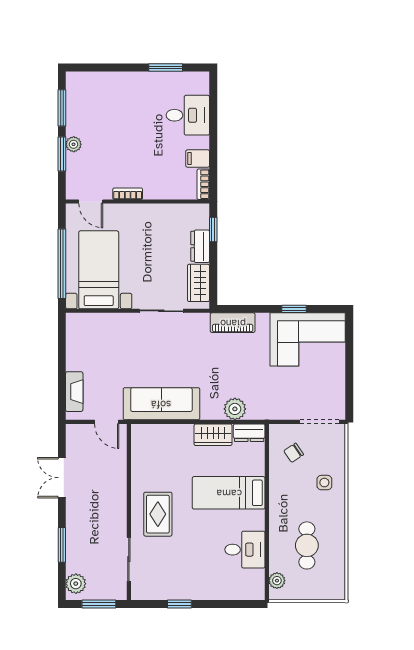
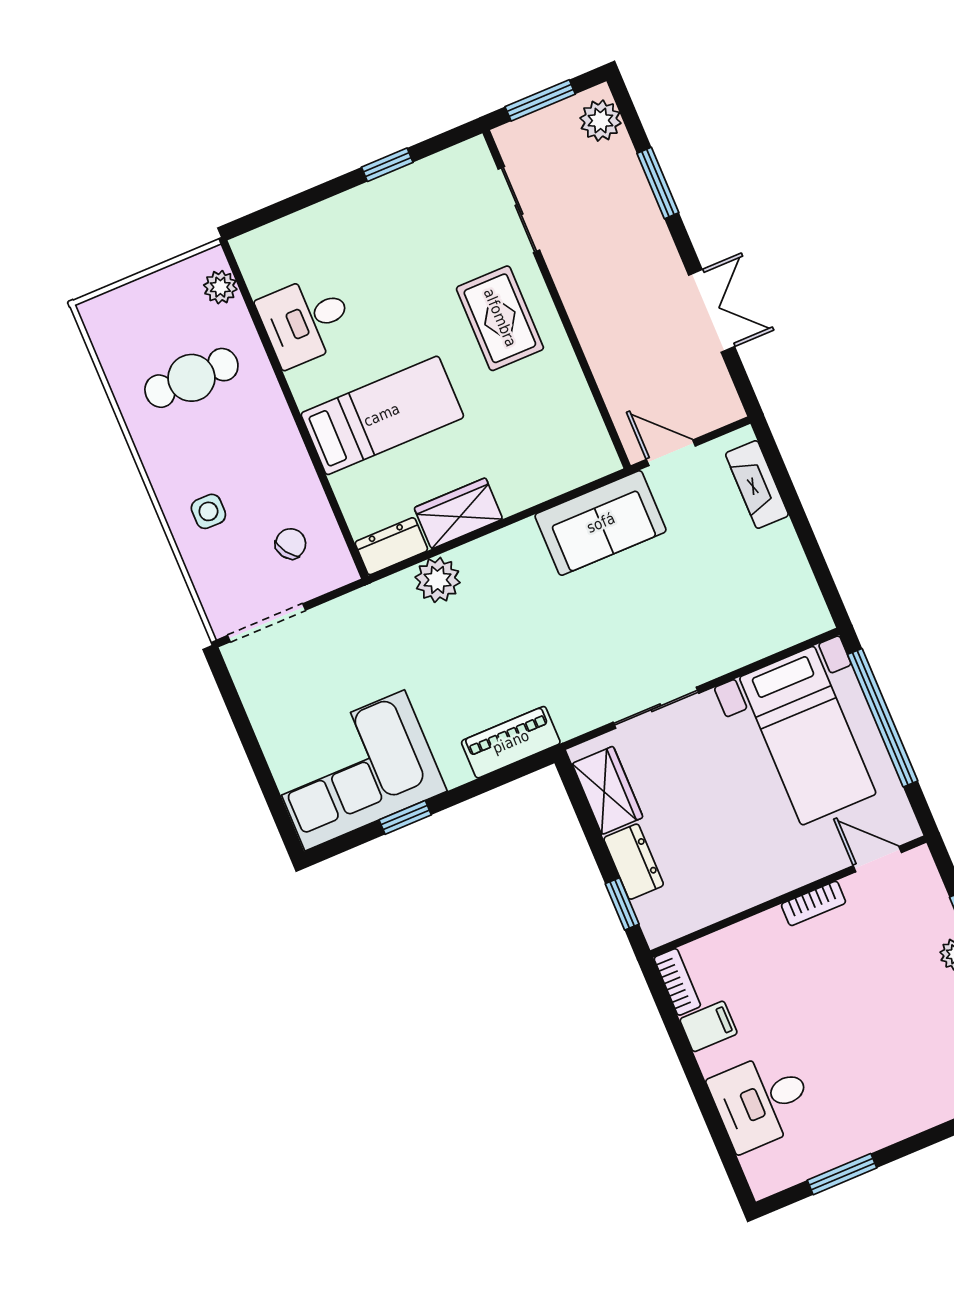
sofa: (161, 404) -> (601, 523), width x0.73
cafe table: (307, 545) -> (191, 378), turned 90

